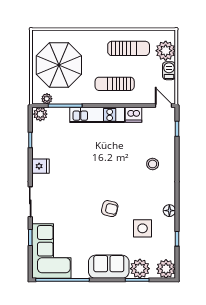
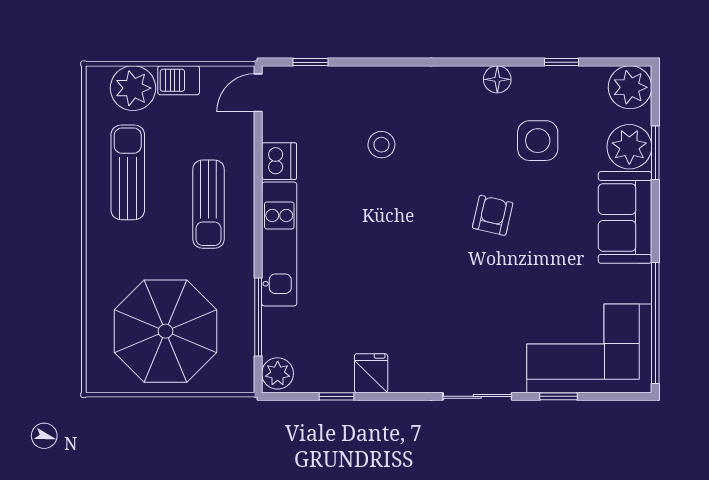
plant: (47, 99) -> (242, 359), removed
stool: (153, 164) -> (381, 145), moved
fridge: (40, 166) -> (371, 373), moved

